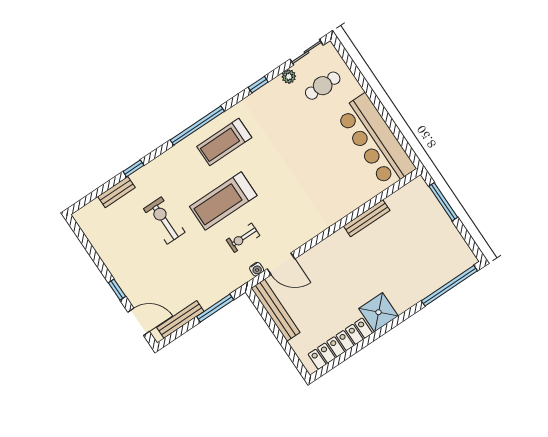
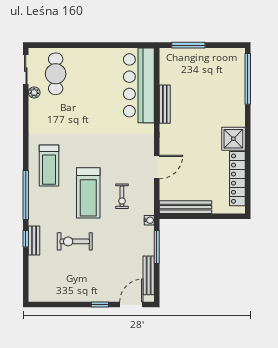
window: (258, 85) -> (26, 117), removed
cafe table: (323, 86) -> (56, 74), width x1.37, depth x1.35
window: (197, 126) -> (26, 195), moved
bar counter: (376, 141) -> (139, 85), moved, turned 90
bench: (117, 192) -> (34, 241), moved
door: (281, 264) -> (157, 167), moved
water cooler: (257, 269) -> (149, 220), moved

